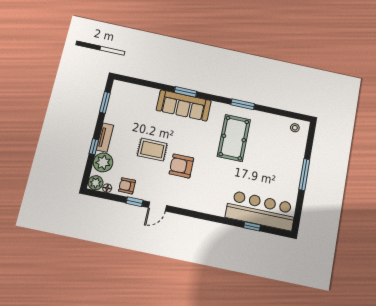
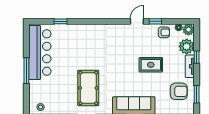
armchair: (181, 166) -> (179, 91), moved
bar counter: (261, 211) -> (40, 53), moved, turned -90

